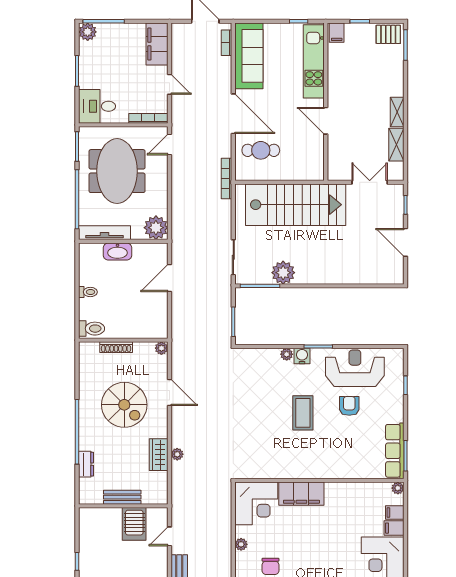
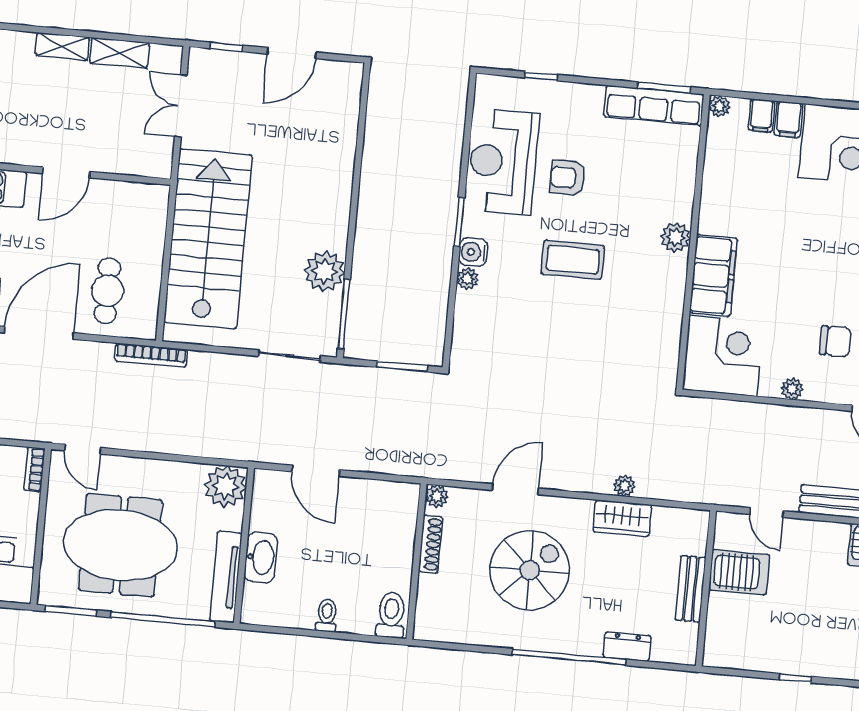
bookcase: (148, 118) -> (34, 469), width x0.64
shoe rack: (116, 347) -> (431, 544), moved
plant: (321, 470) -> (676, 237), added

